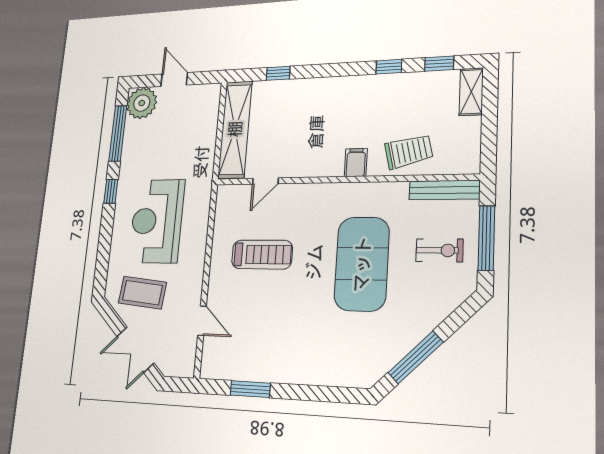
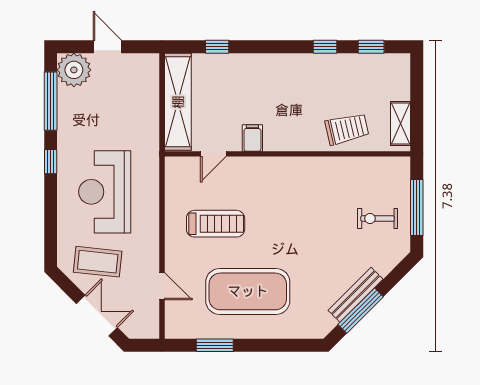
shelving: (471, 92) -> (400, 123), moved
filing cabinet: (356, 163) -> (252, 138), moved
bench: (444, 190) -> (356, 295), moved, turned -45
exercise bike: (439, 250) -> (378, 219), turned 180
exercise mat: (362, 264) -> (248, 291), moved, turned 90
double door: (135, 350) -> (97, 316), swing flipped

